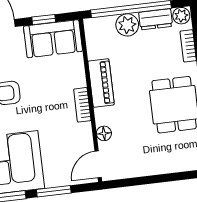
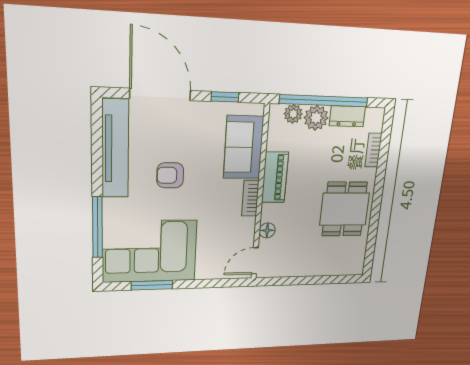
plant: (181, 16) -> (293, 114), moved
sofa: (53, 39) -> (243, 147), moved, turned 90
window: (54, 191) -> (203, 284), removed

